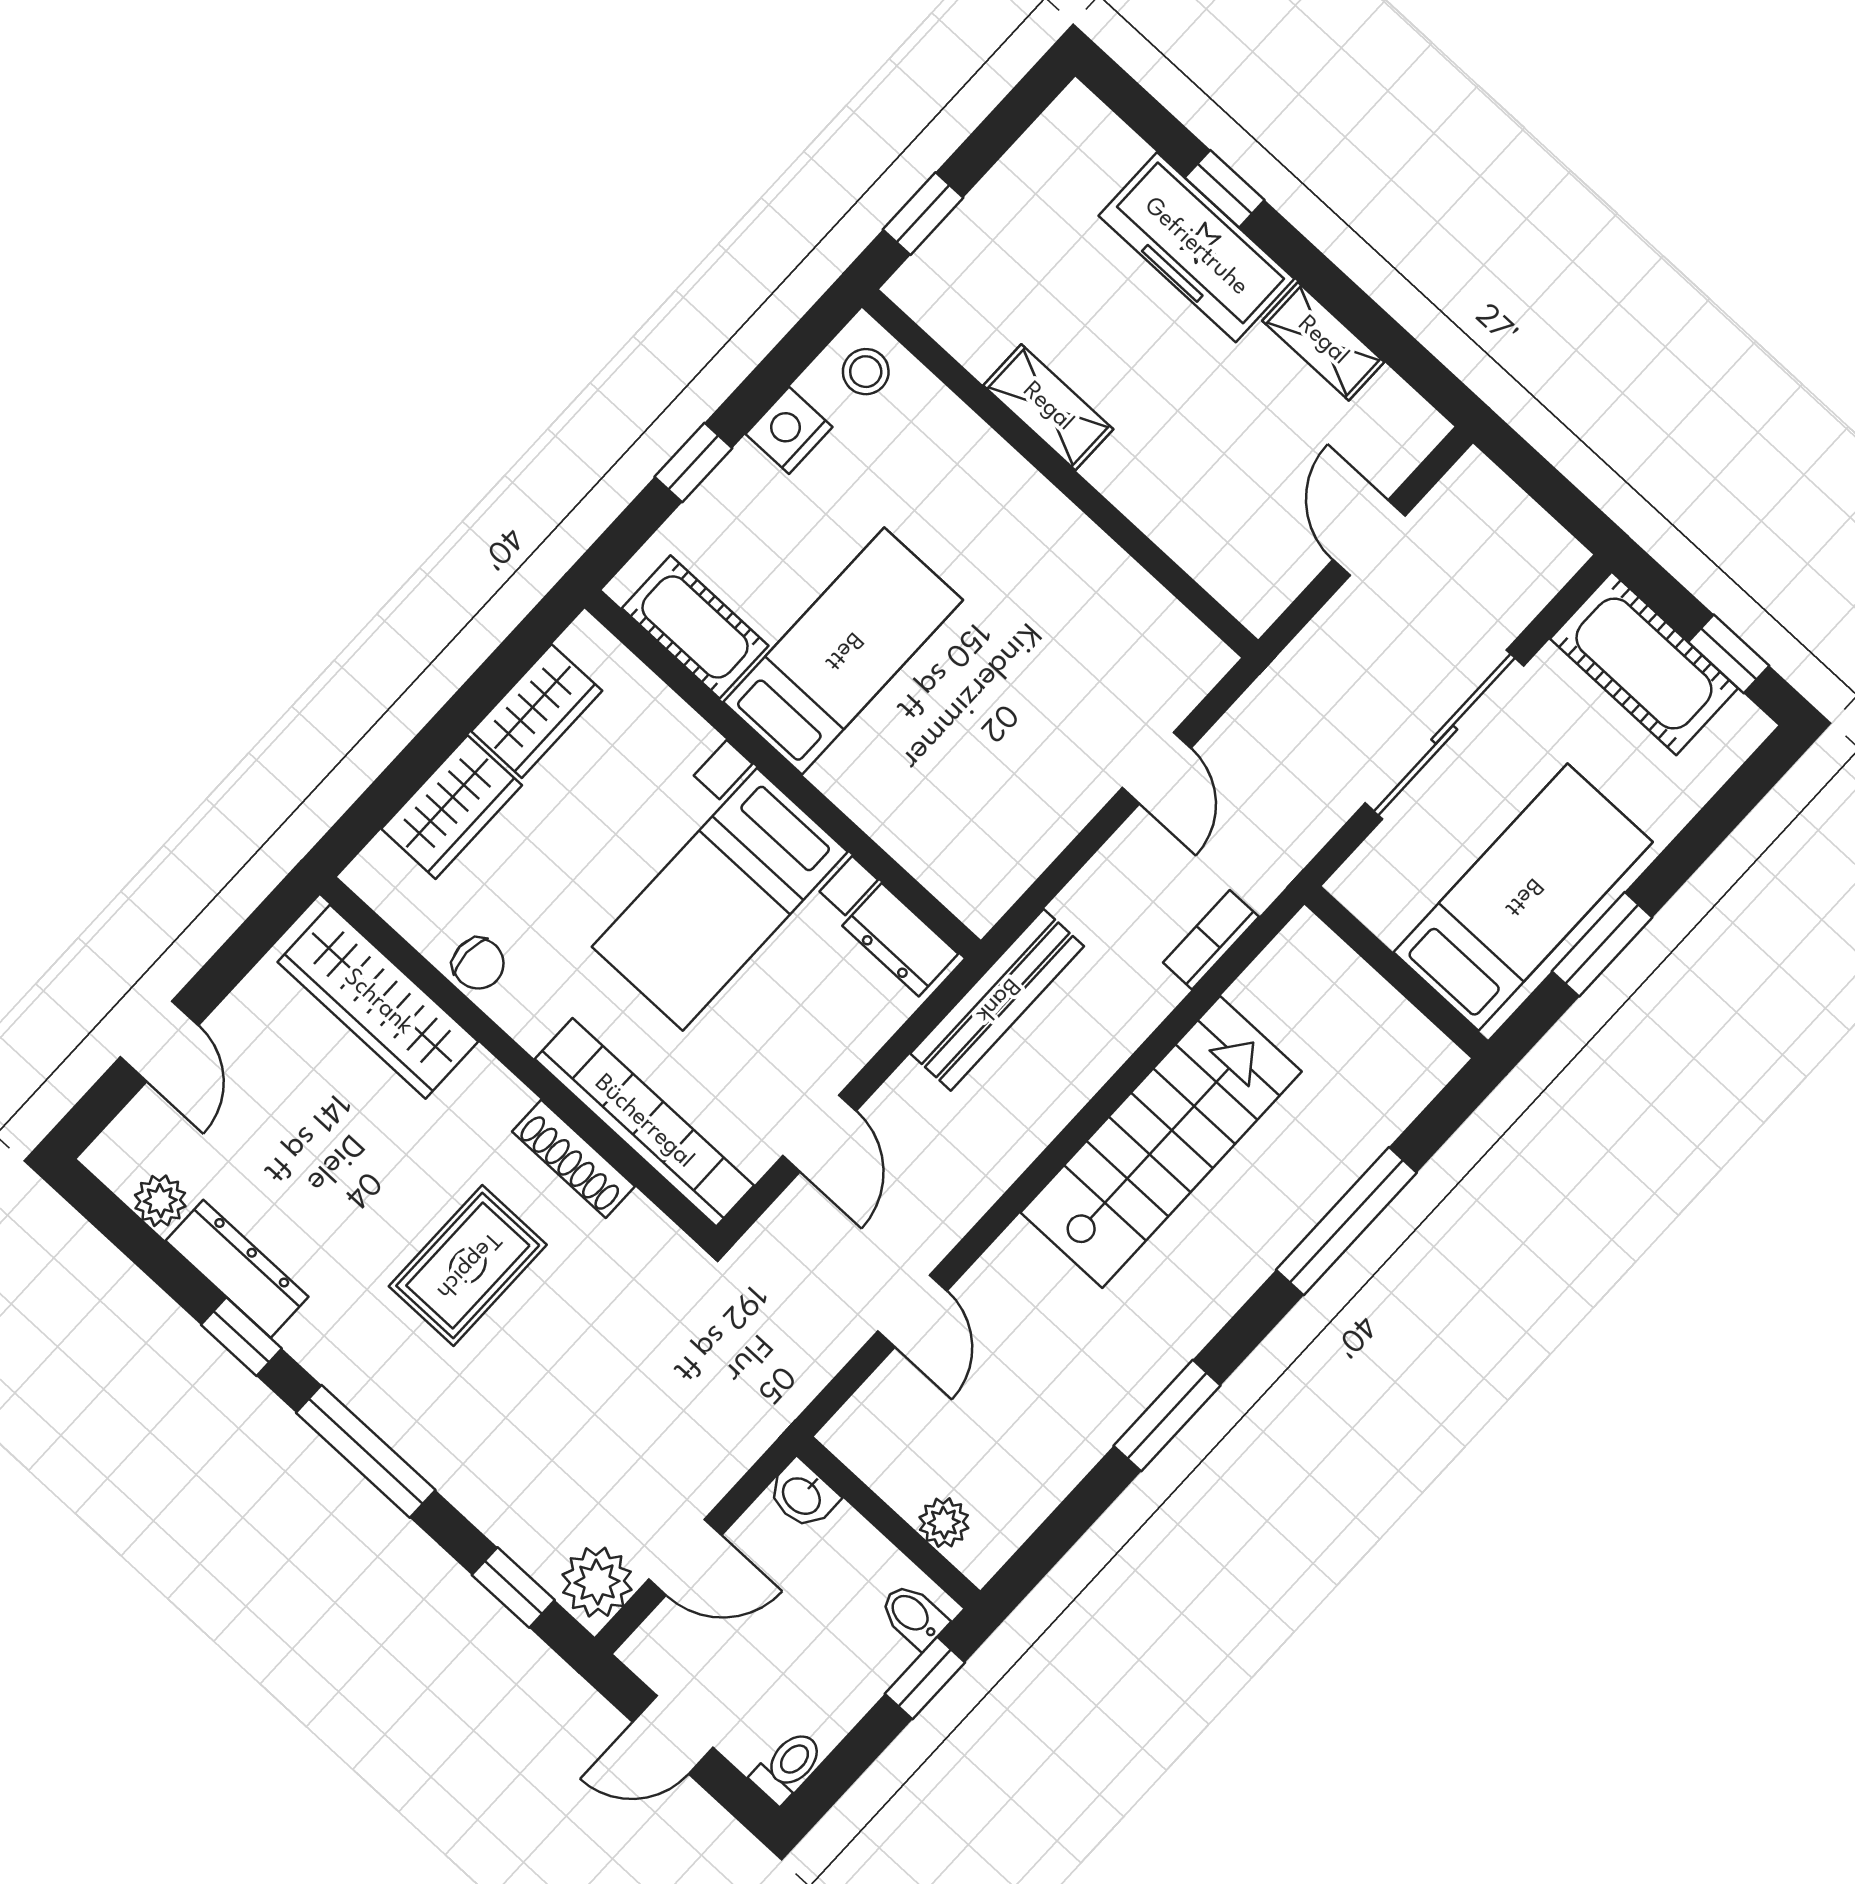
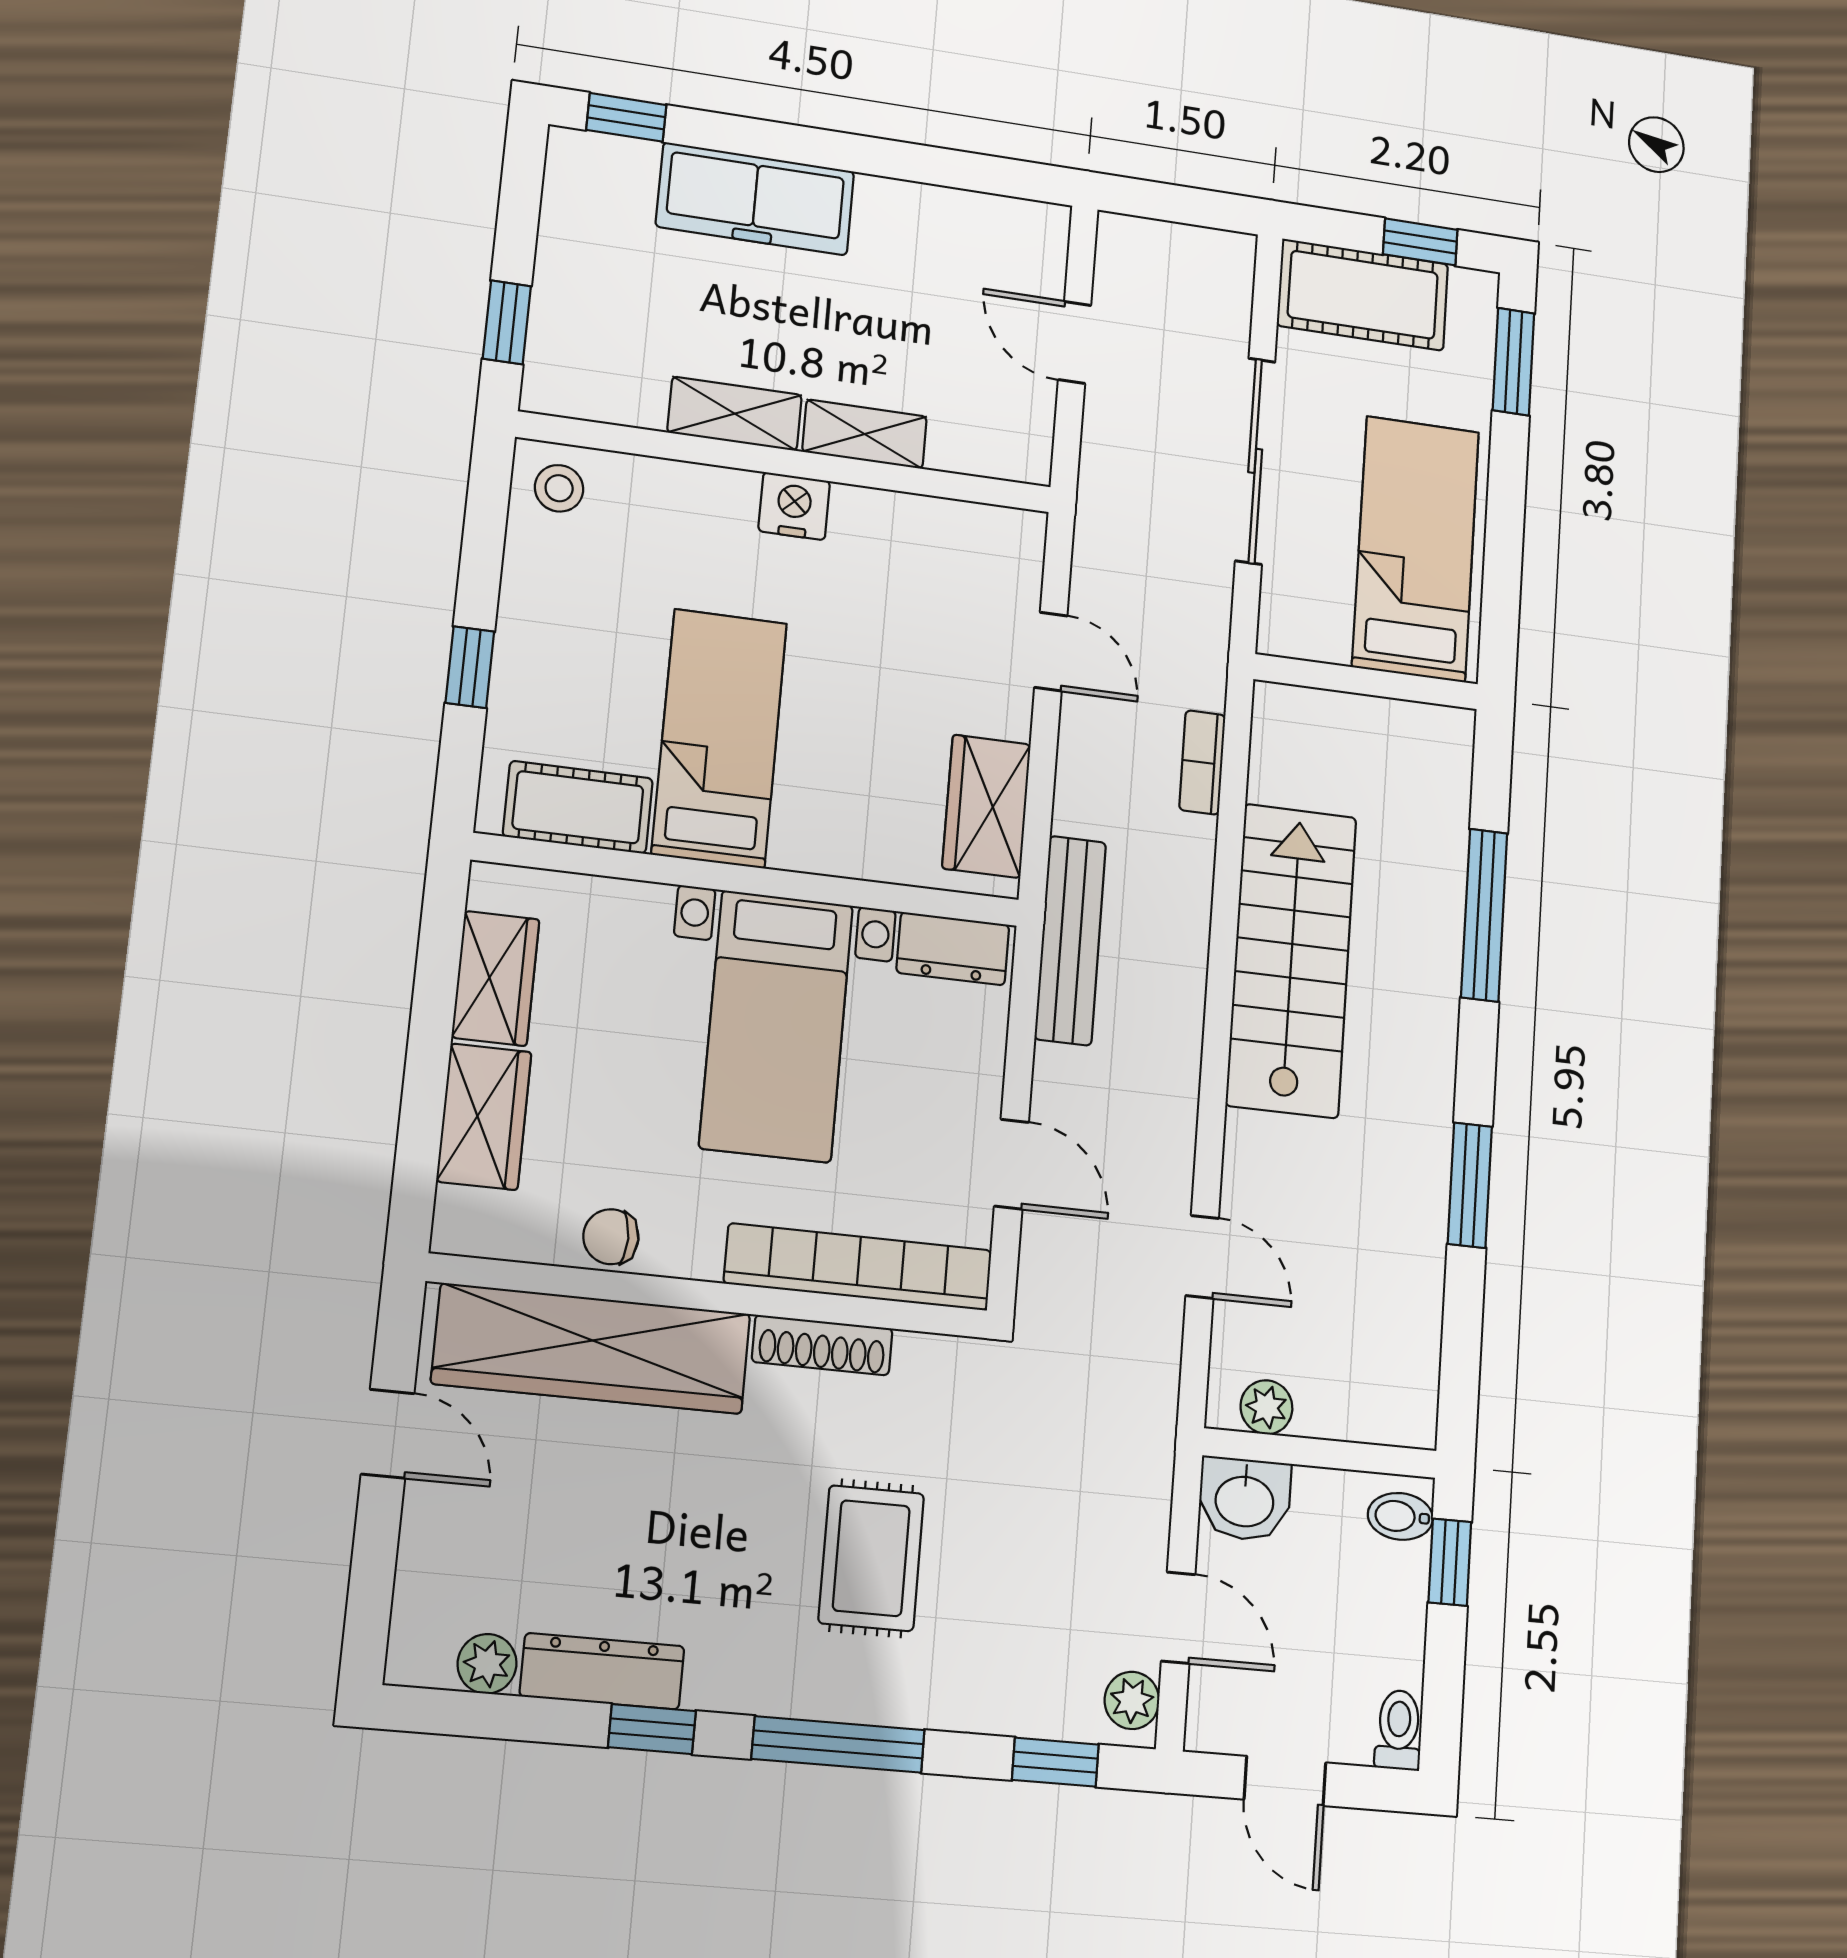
window: (1225, 189) -> (626, 117), moved
shelving: (1323, 341) -> (865, 434), moved
nightstand: (789, 430) -> (794, 506), moved, turned 90
wardrobe: (1011, 851) -> (987, 806), added
window: (1602, 944) -> (1514, 362), moved
chair: (478, 964) -> (611, 1237), turned 180
wardrobe: (378, 1002) -> (592, 1349), width x1.40, depth x1.17
door: (159, 1041) -> (388, 1434), moved
rug: (468, 1265) -> (871, 1558), moved
washbasin: (802, 1495) -> (1245, 1499), width x1.38, depth x1.45
plant: (944, 1523) -> (1266, 1407), moved
door: (685, 1557) -> (1178, 1618), hinge flipped
plant: (597, 1582) -> (1132, 1700), width x0.73, depth x0.73
door: (673, 1735) -> (1285, 1781), hinge flipped

